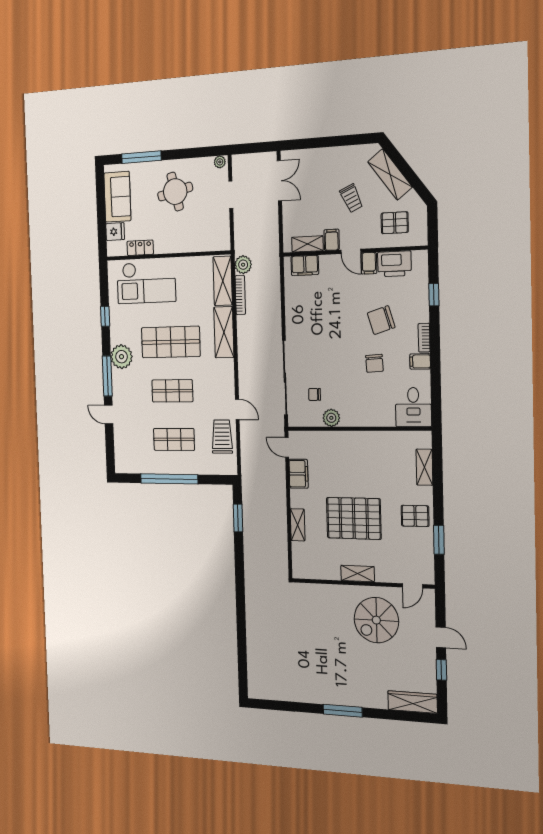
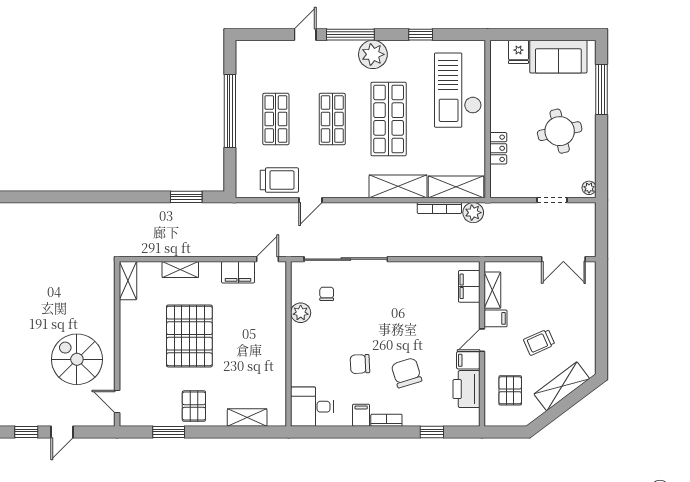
locker: (140, 248) -> (498, 148), moved
shelving: (358, 574) -> (128, 281), moved

